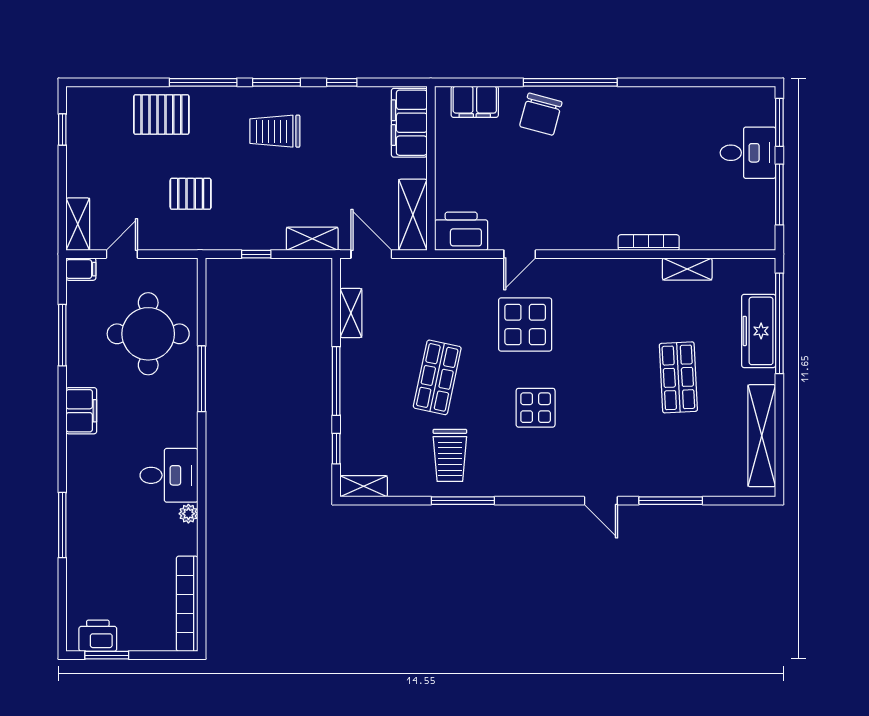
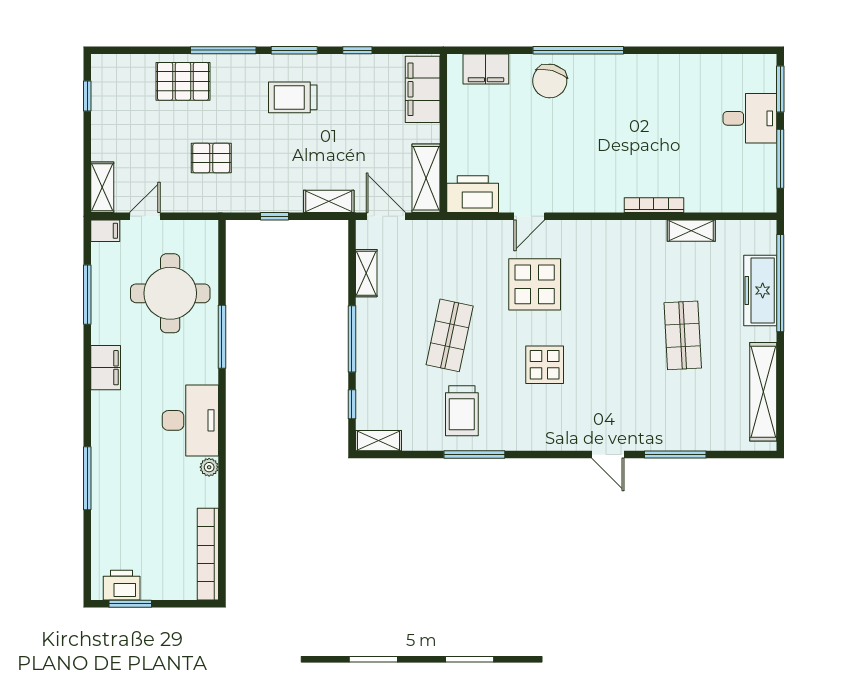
desk: (169, 475) -> (190, 420), width x1.37

